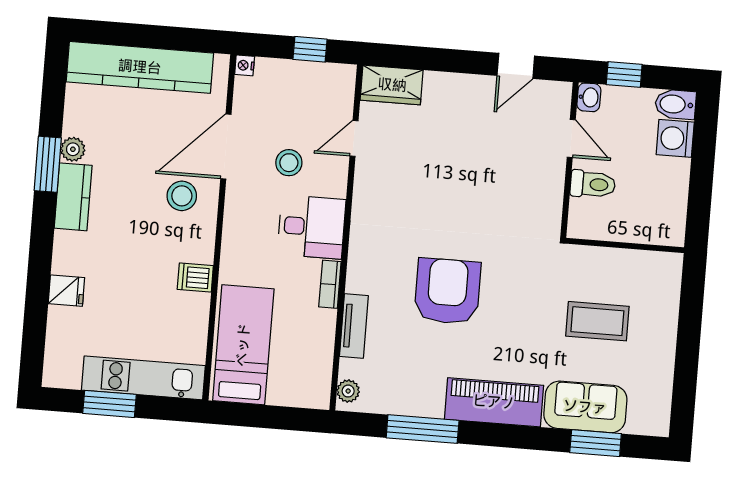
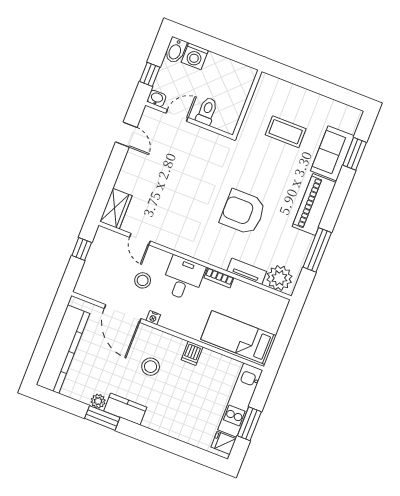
nightstand: (245, 65) -> (153, 318), moved
stool: (182, 196) -> (151, 367), moved
fridge: (66, 291) -> (224, 443), moved, turned -90
coffee table: (597, 321) -> (286, 132), turned 90
plant: (348, 391) -> (279, 278), width x1.88, depth x1.88

